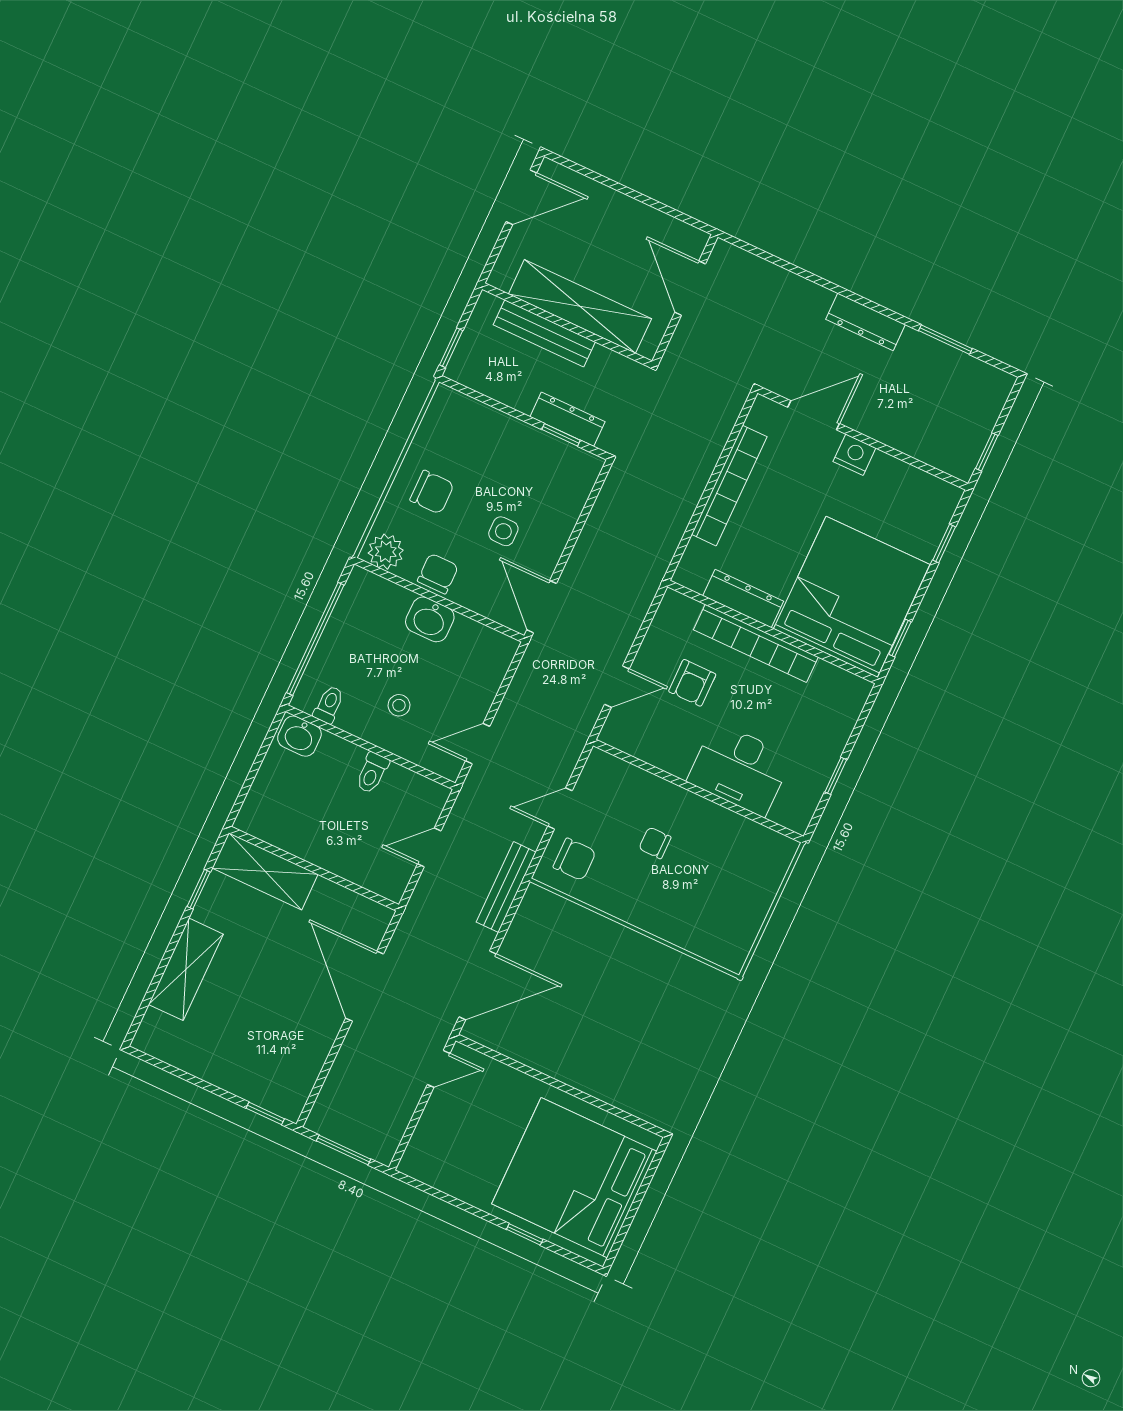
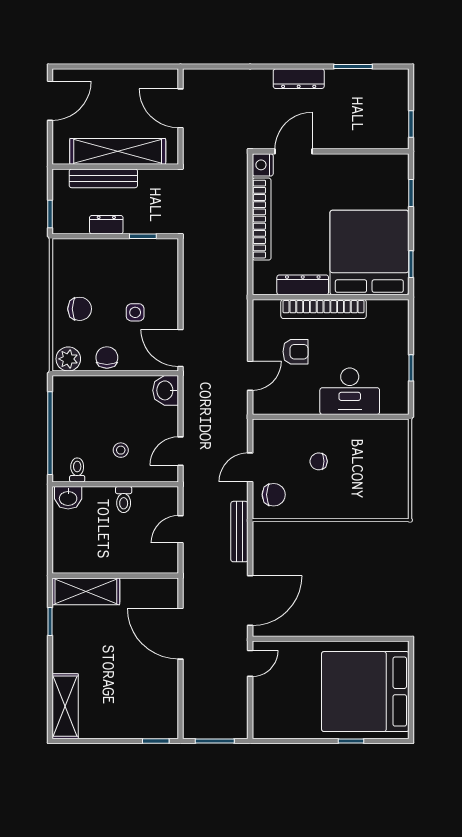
dresser: (567, 419) -> (106, 225), moved, width x0.70
nightstand: (854, 455) -> (263, 165), moved, turned -90
washbasin: (430, 619) -> (166, 390), moved, turned 90
armchair: (692, 683) -> (296, 352), turned -90
shelving: (186, 969) -> (65, 706), moved

